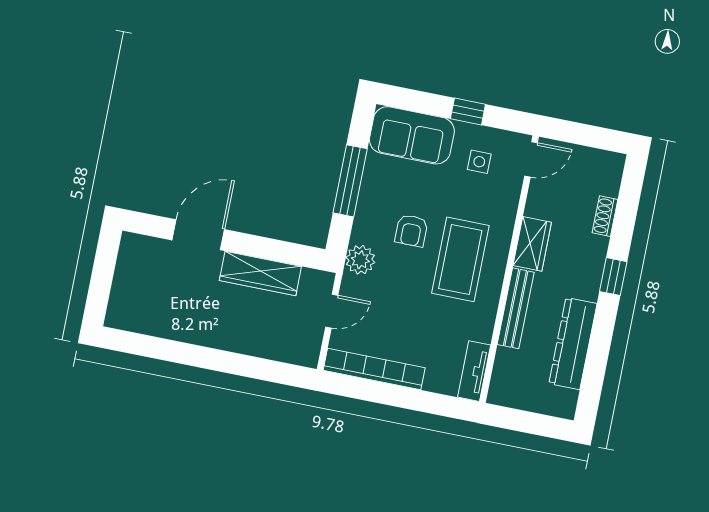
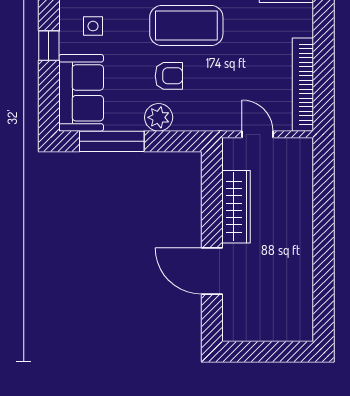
window: (350, 181) -> (112, 141), moved
plant: (360, 260) -> (159, 117), moved

